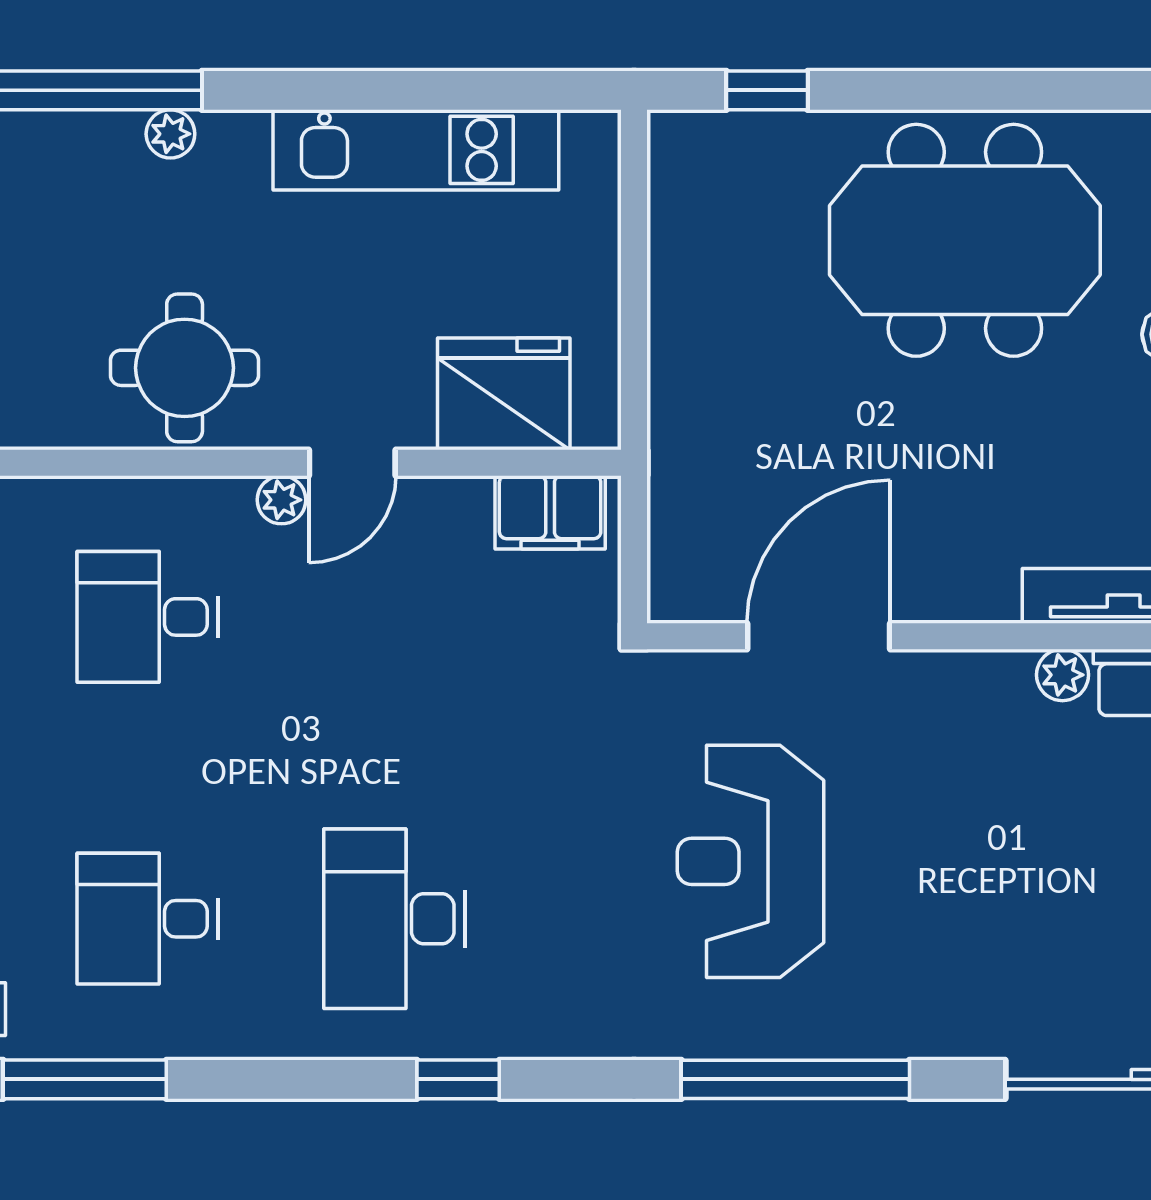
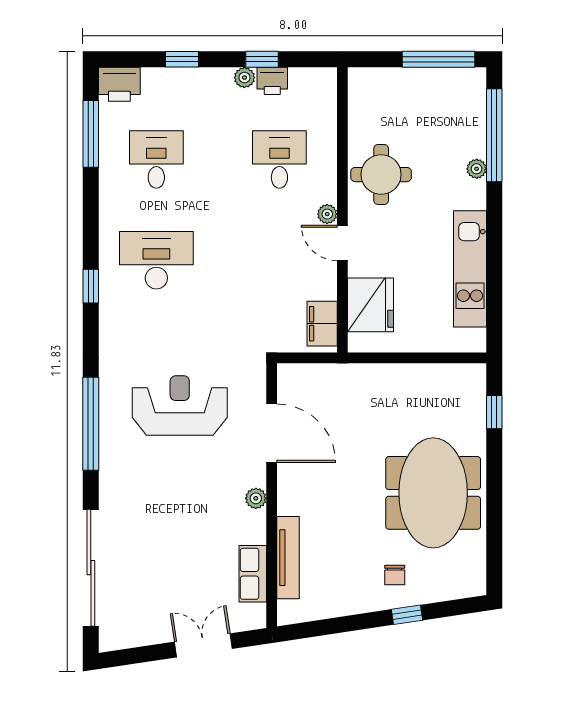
plant: (1062, 675) -> (256, 498), moved

